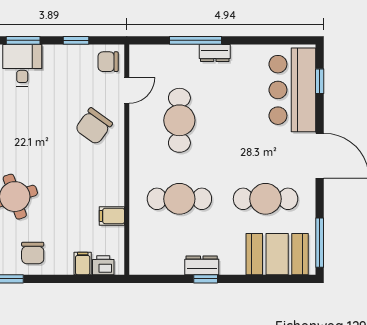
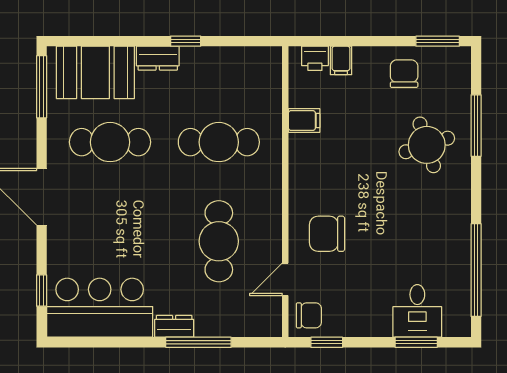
window: (76, 40) -> (327, 342), moved
bar counter: (292, 90) -> (100, 308), moved, turned -90
chair: (94, 126) -> (327, 234), turned -126
dresser: (202, 265) -> (158, 58), moved

